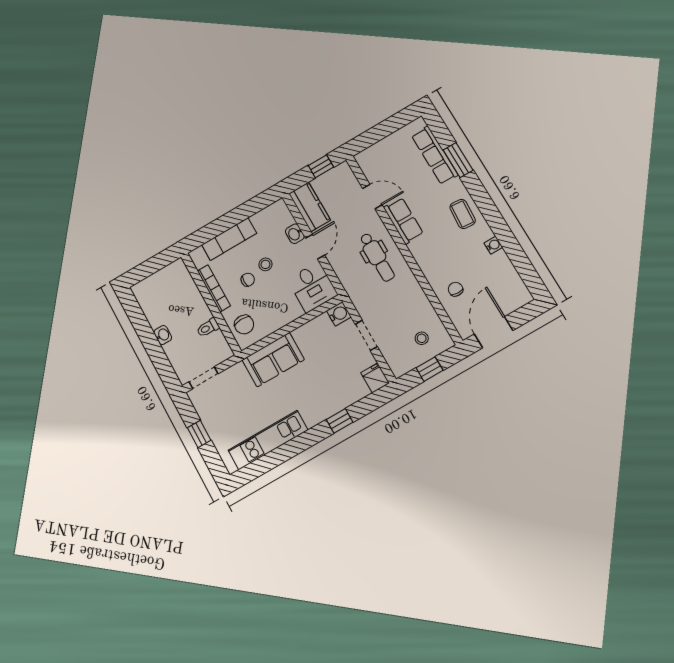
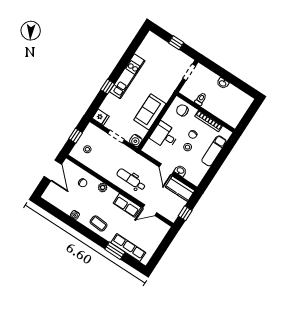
plant: (428, 267) -> (103, 187), added
desk: (312, 287) -> (164, 136), moved
sofa: (273, 360) -> (150, 112), moved
kitchen unit: (268, 440) -> (127, 76), moved

